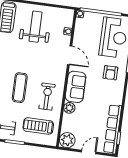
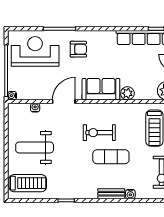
exercise bike: (47, 97) -> (99, 133), moved

